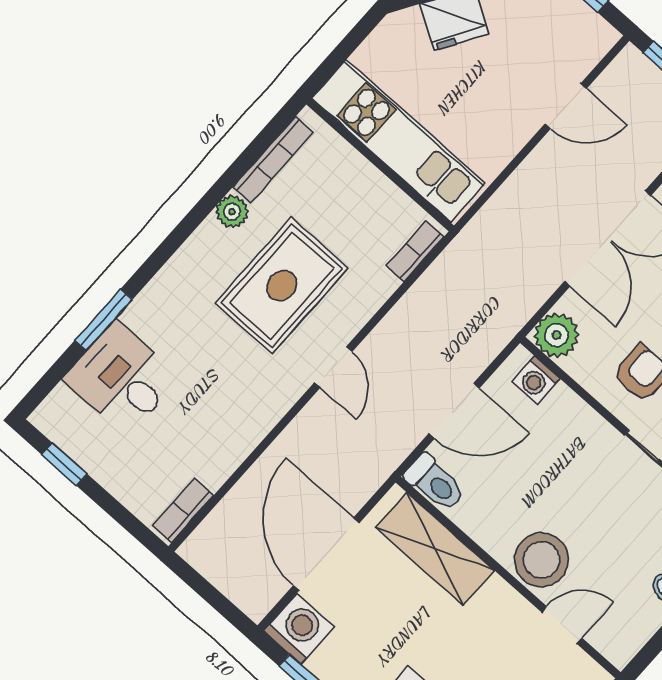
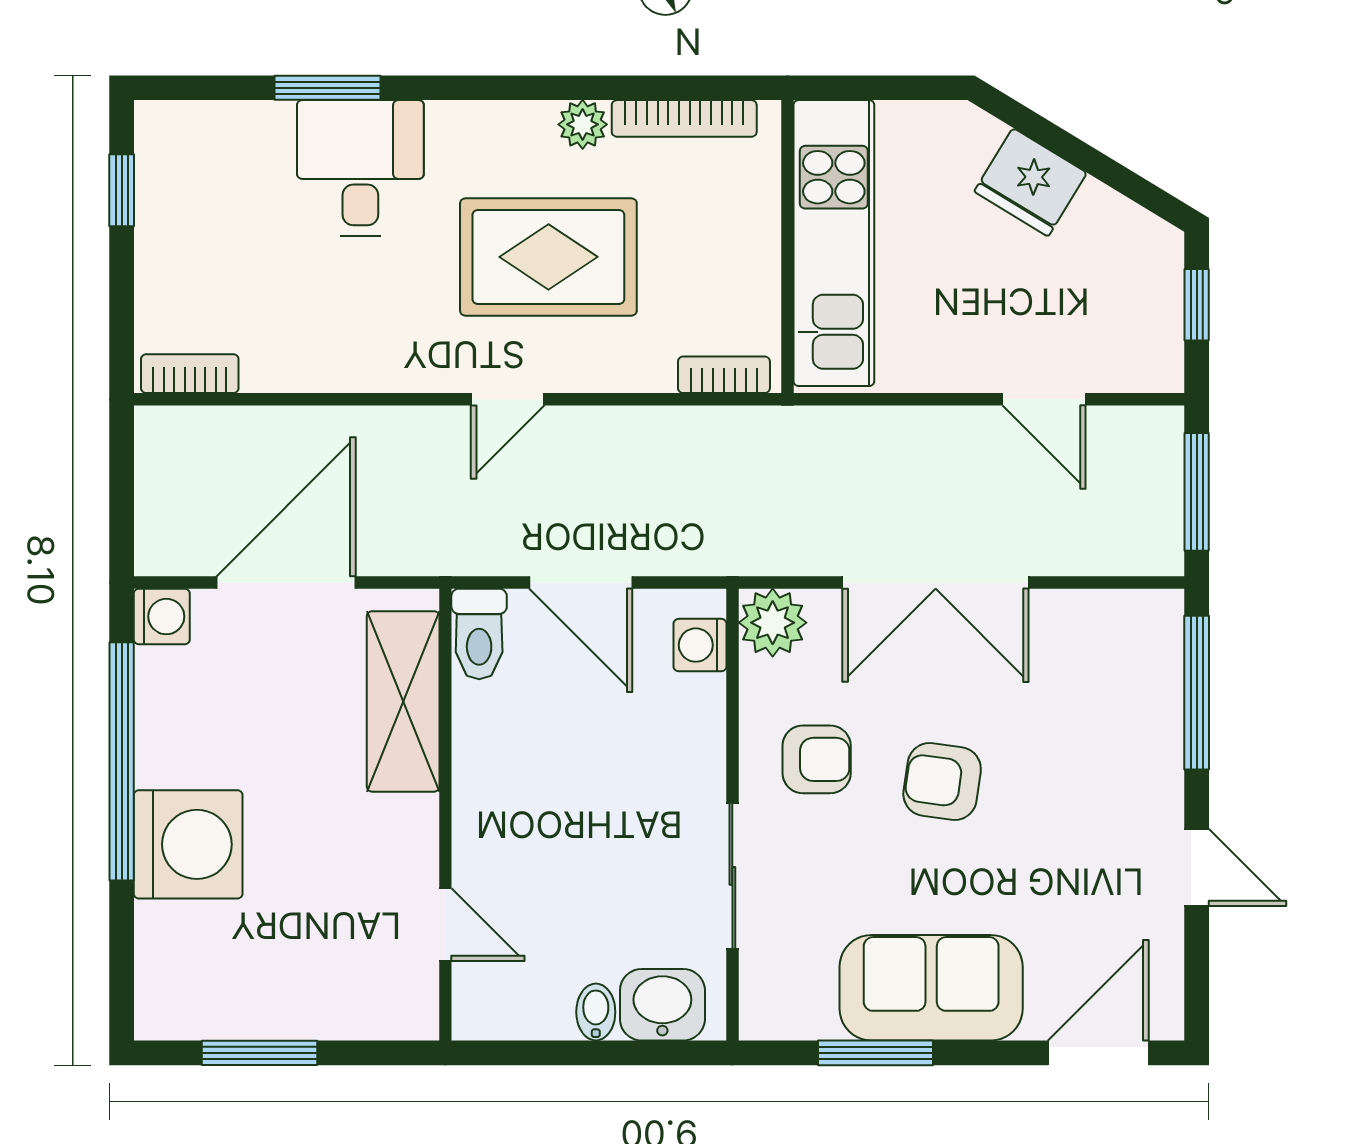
desk: (122, 378) -> (360, 168), moved
stool: (542, 560) -> (499, 835), removed
washing machine: (299, 629) -> (162, 617), width x0.73, depth x0.73

